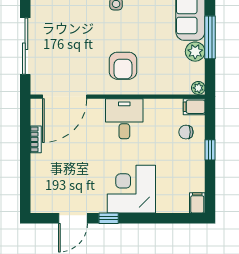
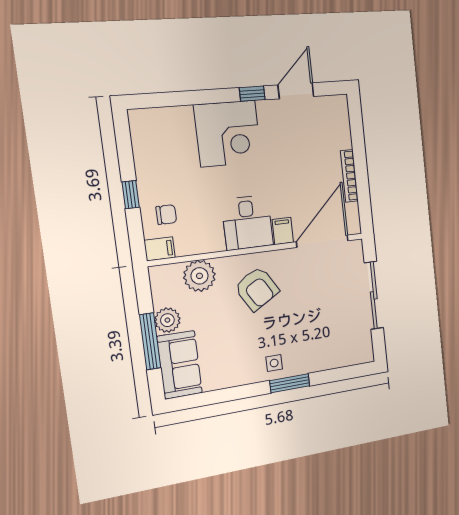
armchair: (123, 66) -> (257, 289), turned 149
plant: (198, 88) -> (199, 276), moved, width x1.88, depth x1.88
bookcase: (36, 139) -> (349, 176), width x1.56
filing cabinet: (197, 203) -> (283, 231), moved, turned 180

